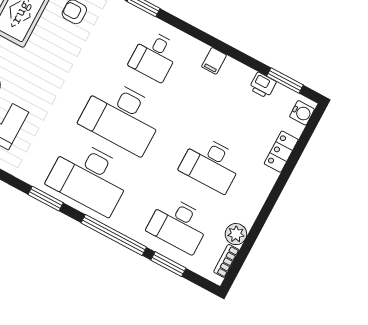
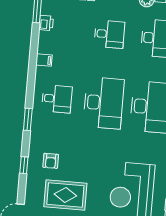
desk: (211, 164) -> (109, 34), width x0.73

